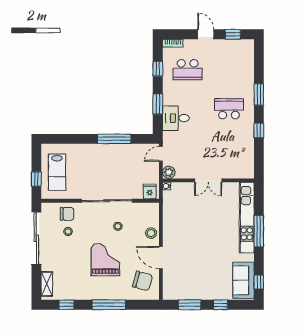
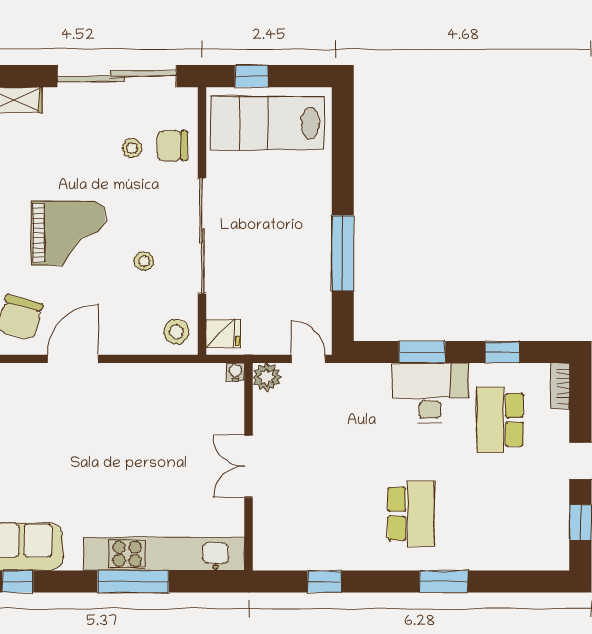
desk: (176, 118) -> (430, 393), moved, width x1.37
window: (259, 131) -> (324, 581), moved
lab bench: (57, 172) -> (267, 123), width x1.36, depth x1.39
chair: (67, 214) -> (172, 146), turned 90
stool: (151, 233) -> (176, 332), moved

